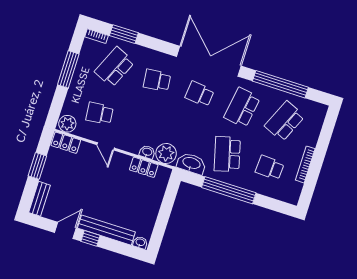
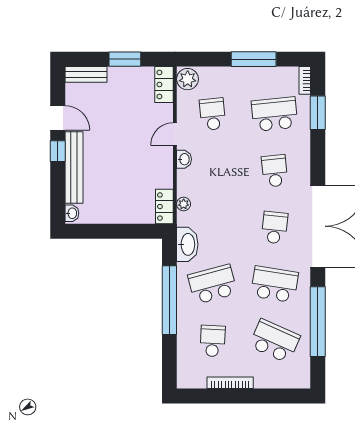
school desk: (114, 67) -> (275, 114), turned -30
washbasin: (147, 152) -> (184, 159), moved
plant: (166, 153) -> (184, 204), width x0.53, depth x0.53
locker: (144, 167) -> (164, 207), moved

